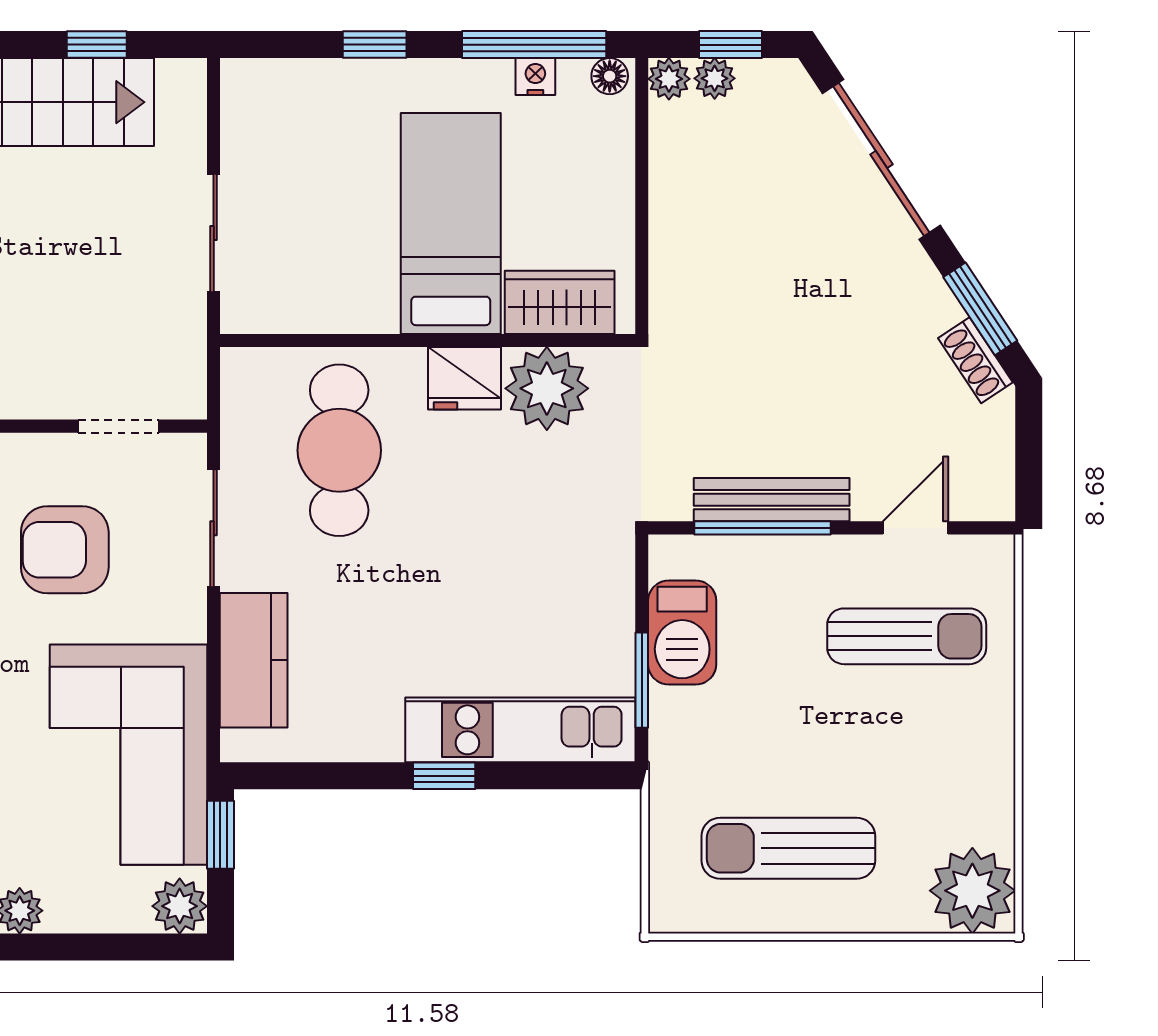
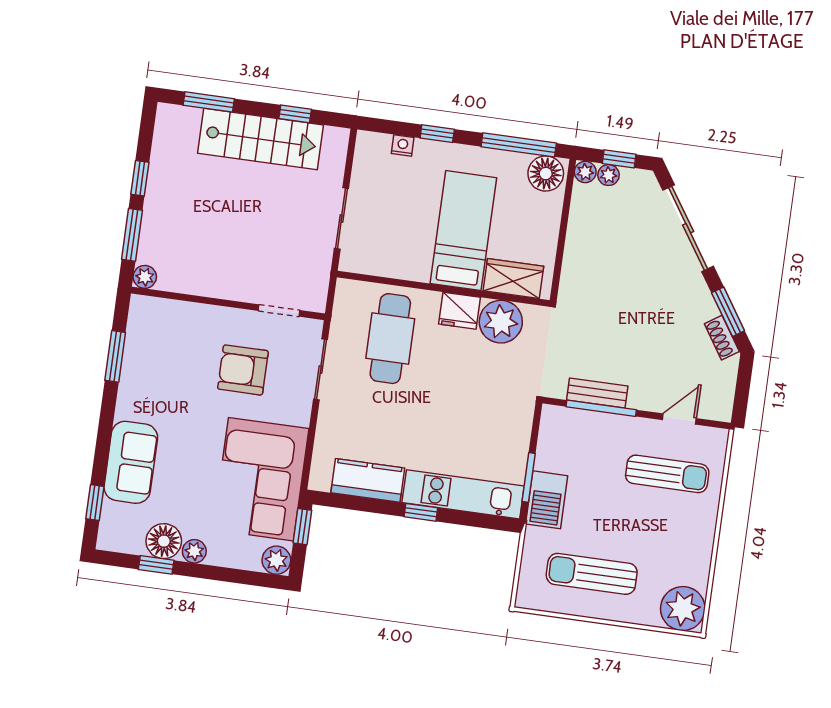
nightstand: (535, 76) -> (403, 145), moved
floor lamp: (610, 76) -> (546, 174), width x1.89, depth x1.89
bench: (772, 500) -> (597, 393), width x0.73
barbecue: (682, 632) -> (547, 500), moved
kitchen counter: (254, 660) -> (368, 480), moved, turned -90

